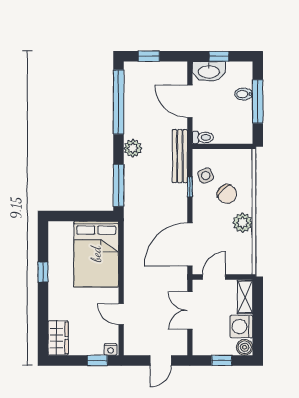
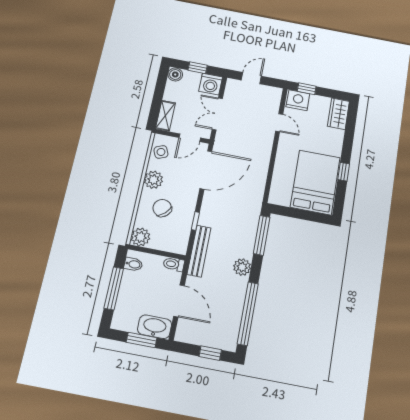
window: (219, 56) -> (142, 340), width x1.50
bidet: (244, 94) -> (133, 264), moved
plant: (243, 159) -> (140, 237), added
side table: (206, 176) -> (161, 152), moved
bed: (96, 254) -> (315, 182), moved
double door: (190, 310) -> (217, 114), swing flipped
washing machine: (241, 327) -> (211, 84), moved, turned 90
nightstand: (111, 349) -> (298, 100), width x1.89, depth x1.79

